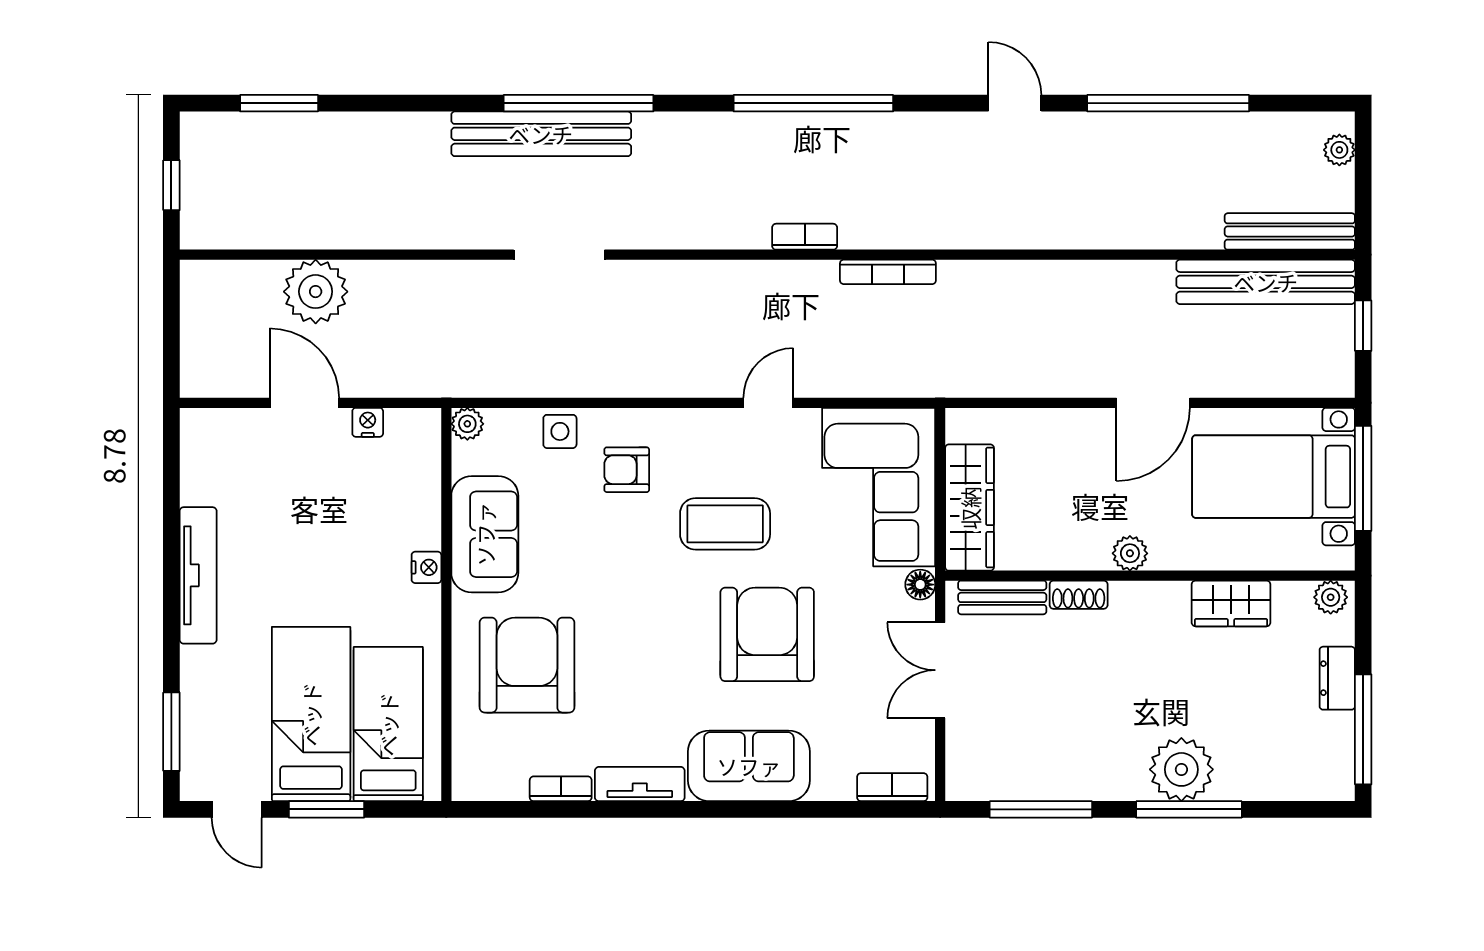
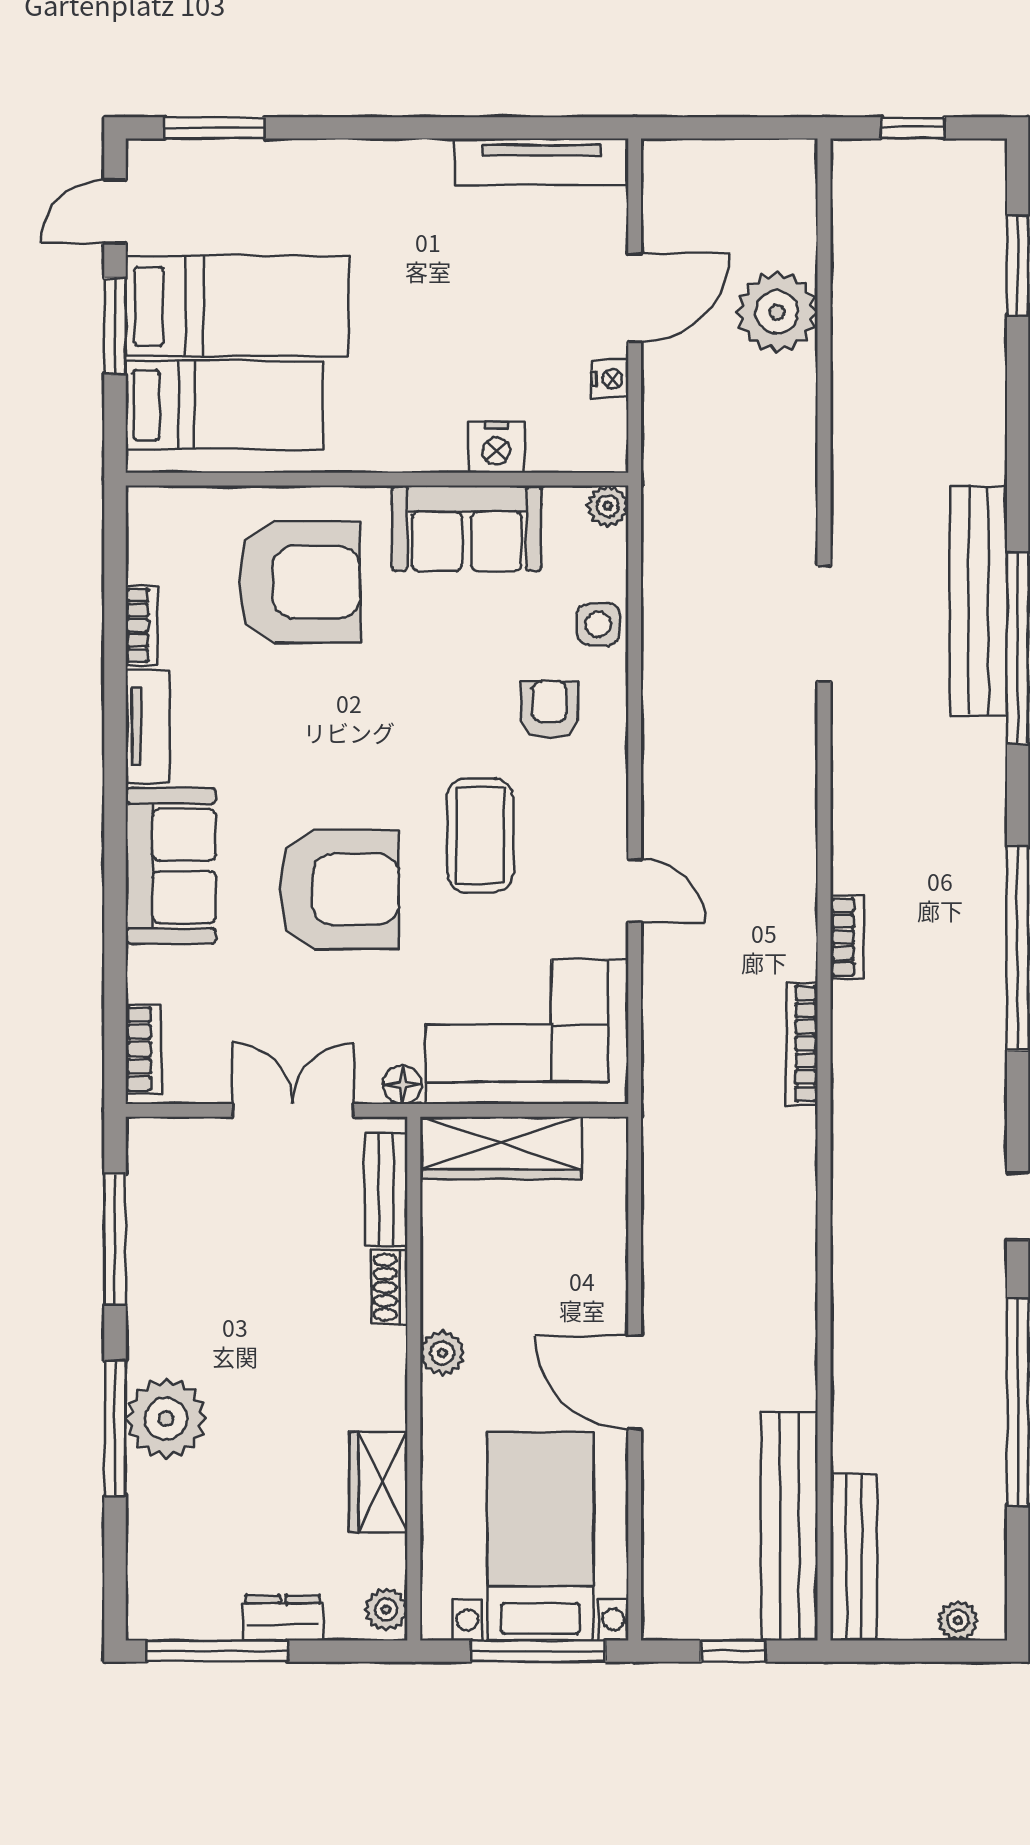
nightstand: (426, 567) -> (496, 447), moved, width x1.39, depth x1.35
tv unit: (198, 575) -> (541, 162), moved

